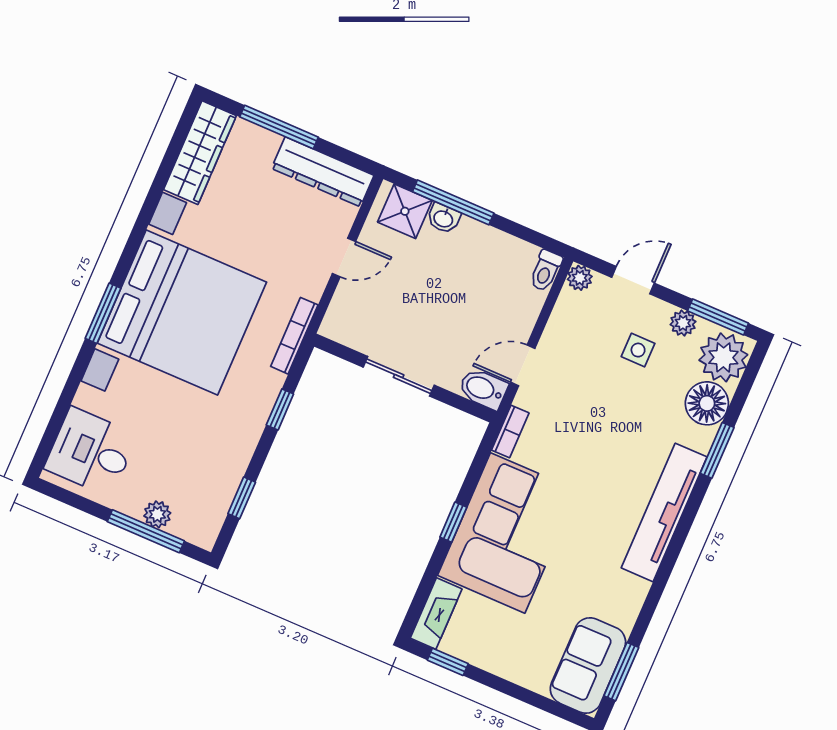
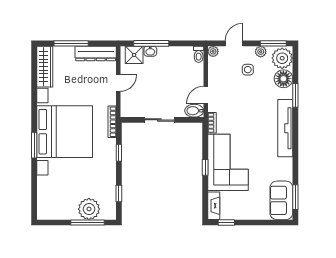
desk: (91, 452) -> (53, 201), removed
plant: (157, 514) -> (89, 209), width x1.87, depth x1.87

